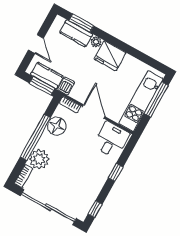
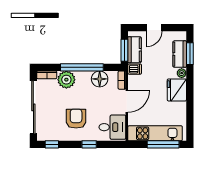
armchair: (83, 171) -> (76, 119), added

